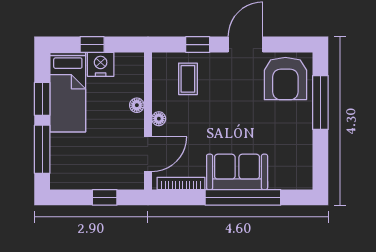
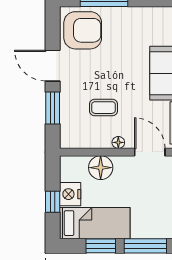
window: (198, 45) -> (53, 108), width x1.50
coffee table: (188, 79) -> (104, 108), moved
floor lamp: (137, 105) -> (101, 168), width x1.89, depth x1.89

